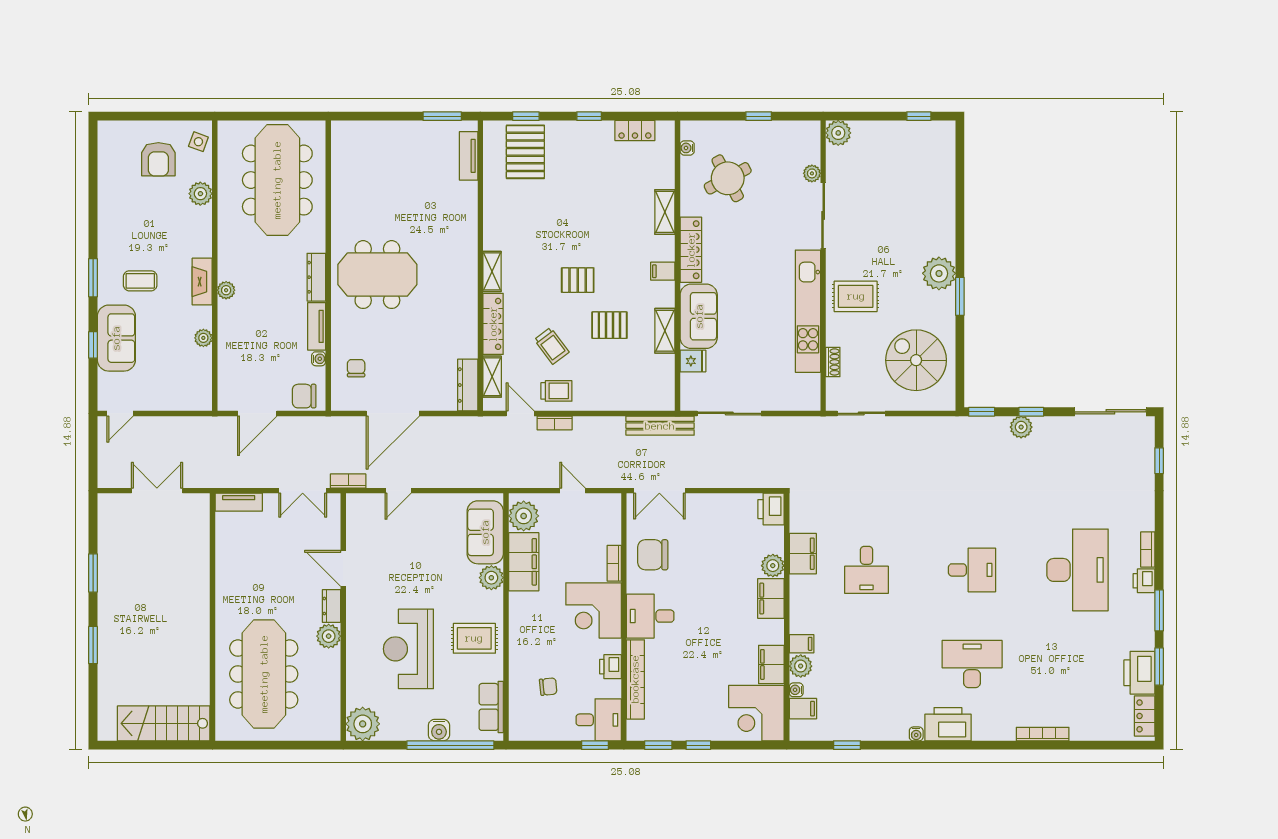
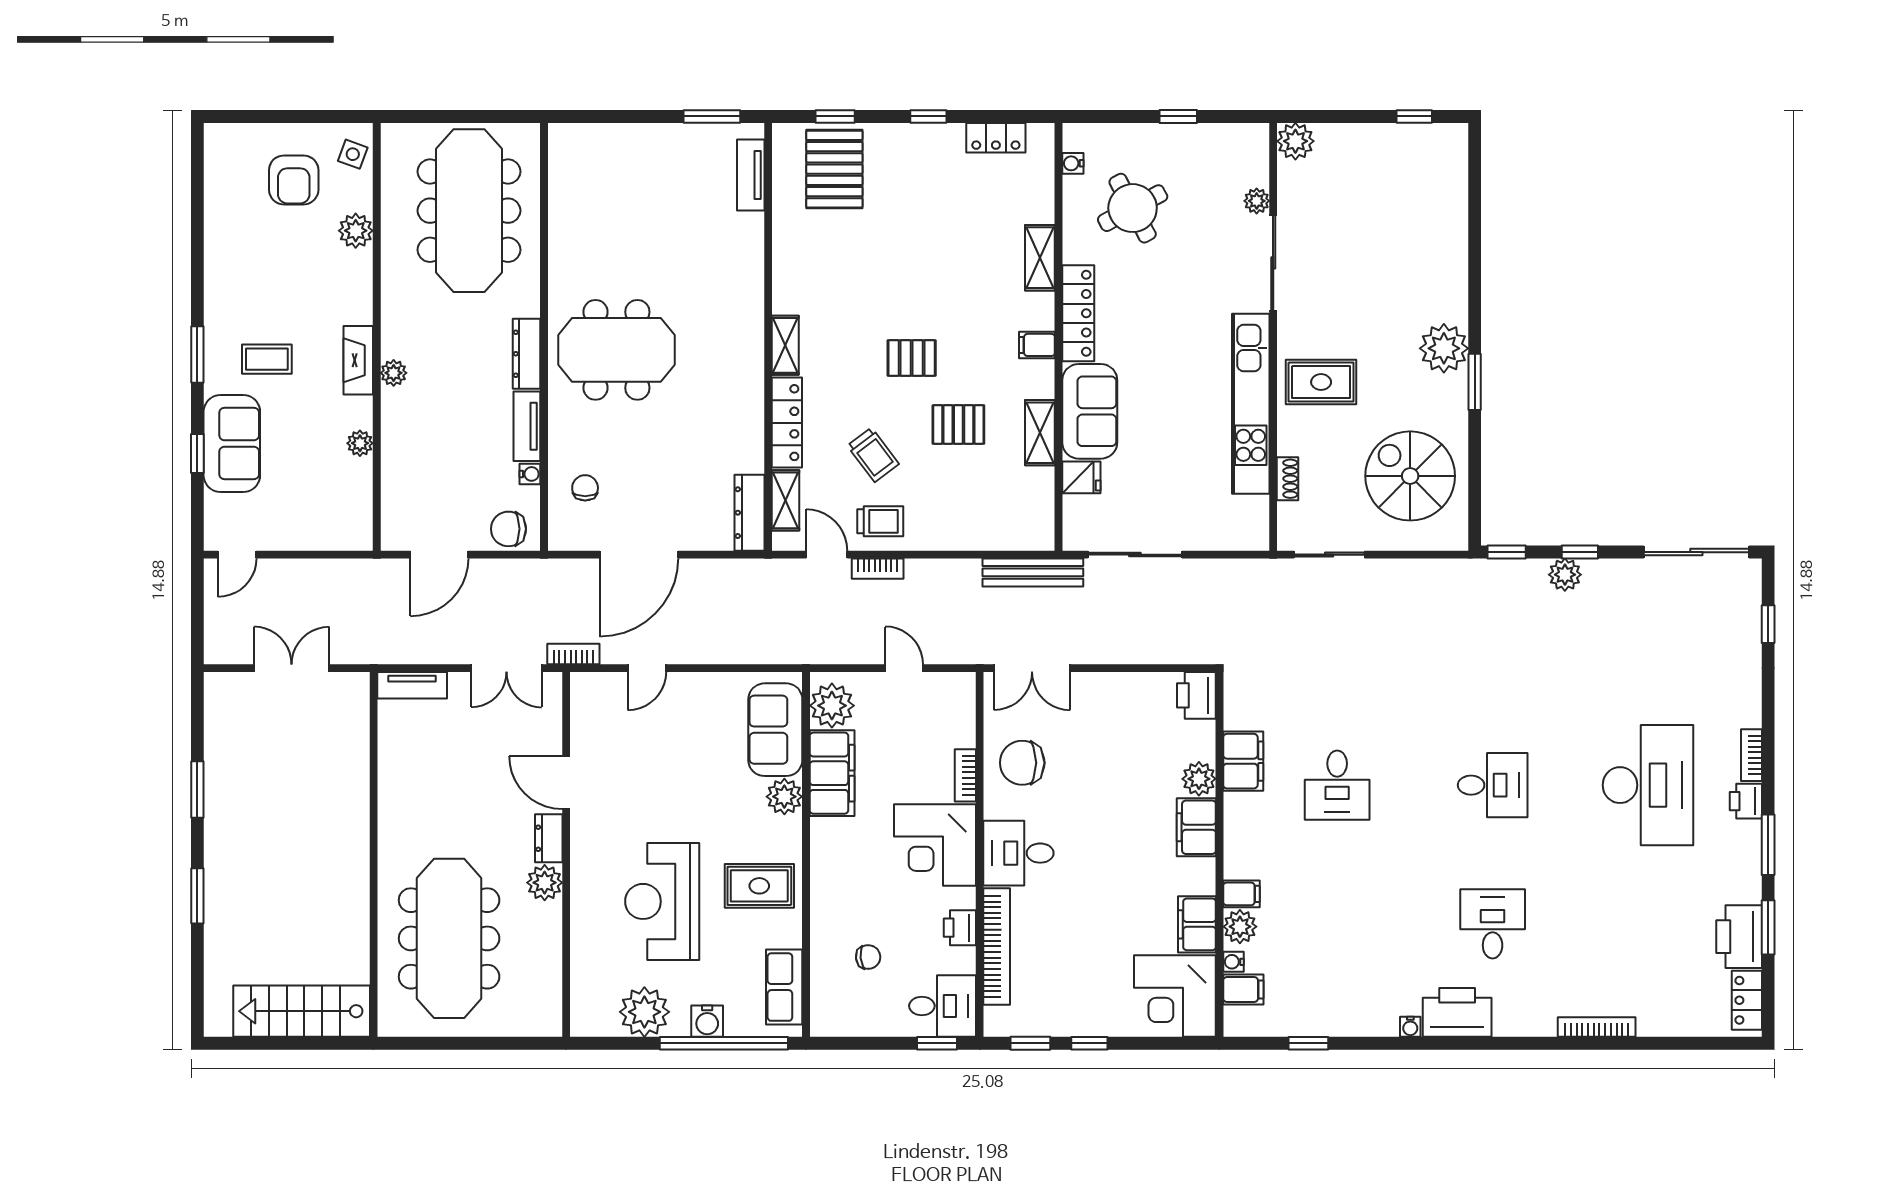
desk: (972, 664) -> (1493, 924), width x0.73
plant: (363, 724) -> (644, 1012), moved

